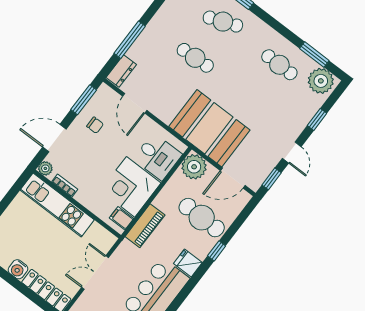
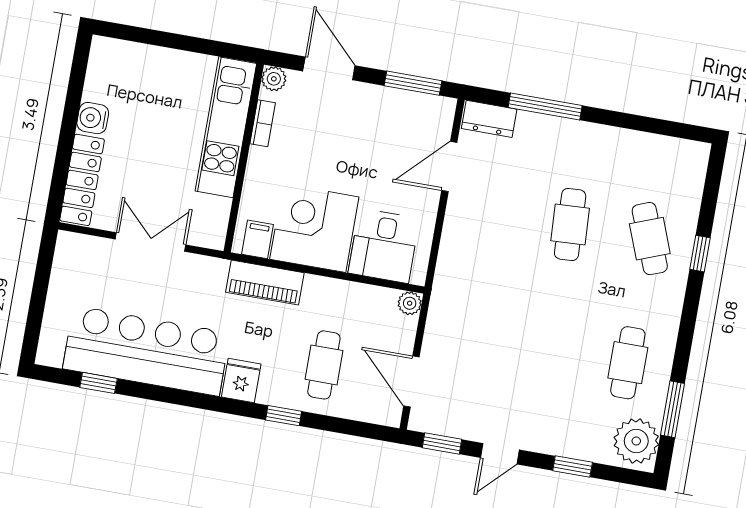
chair: (95, 125) -> (382, 122), removed
booth: (209, 128) -> (471, 304), removed
plant: (194, 167) -> (410, 303), width x0.53, depth x0.53
cafe table: (202, 218) -> (324, 365), width x0.73, depth x0.74

